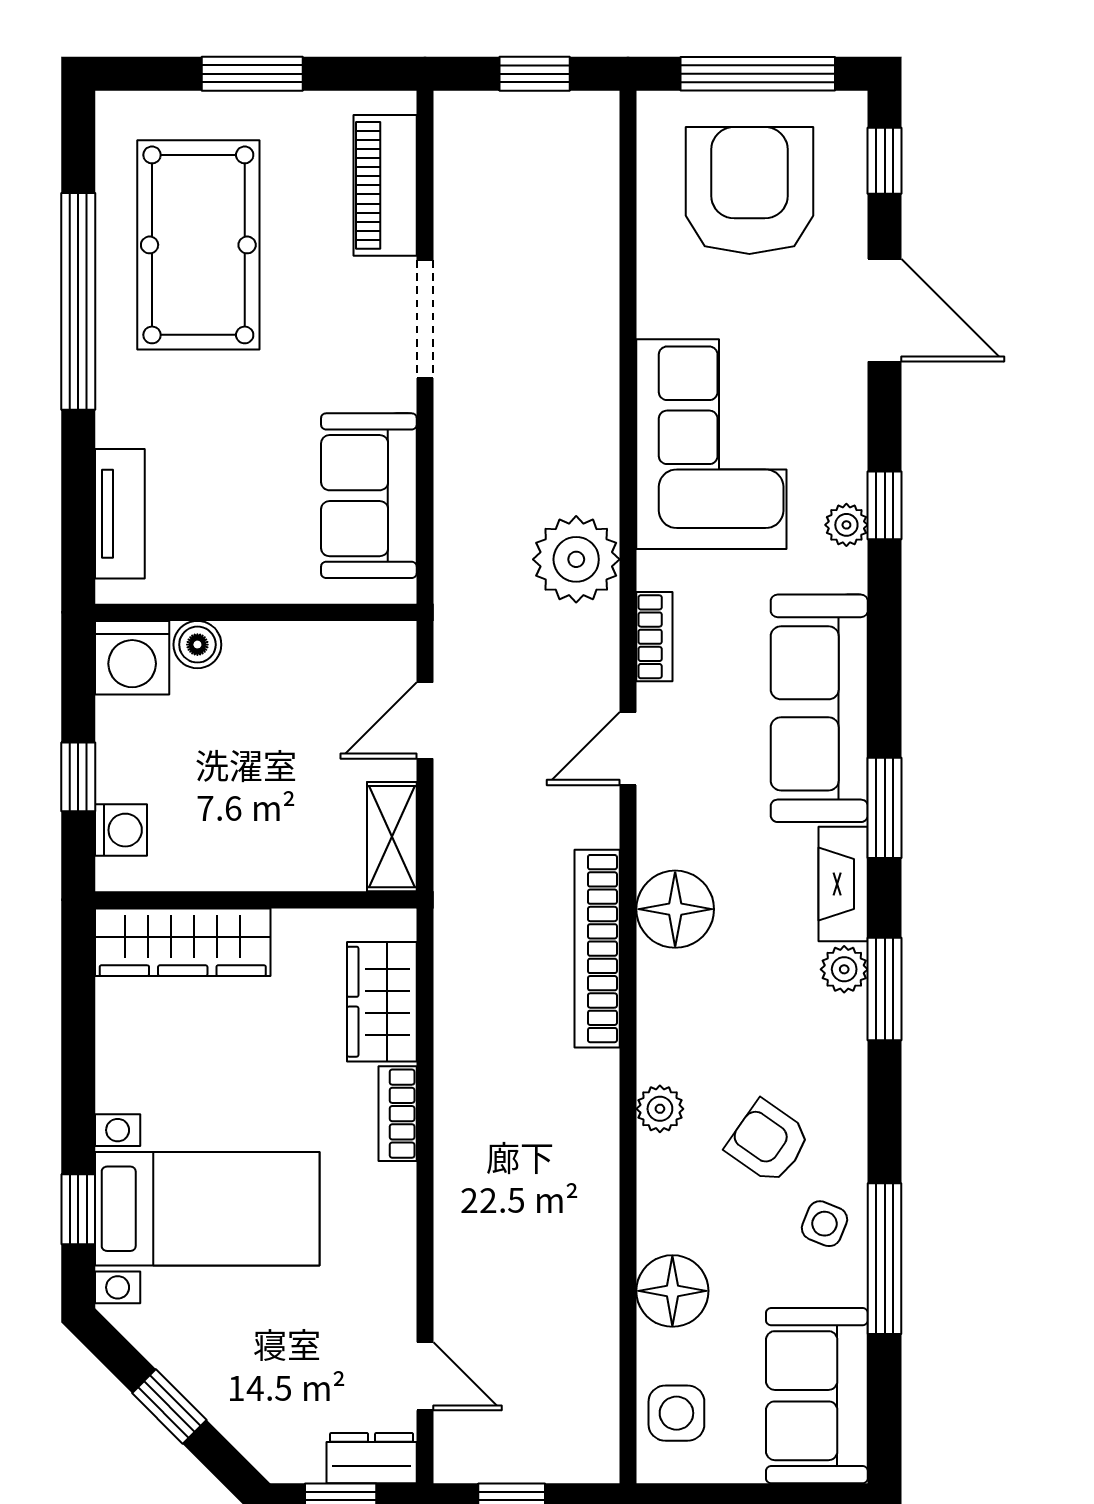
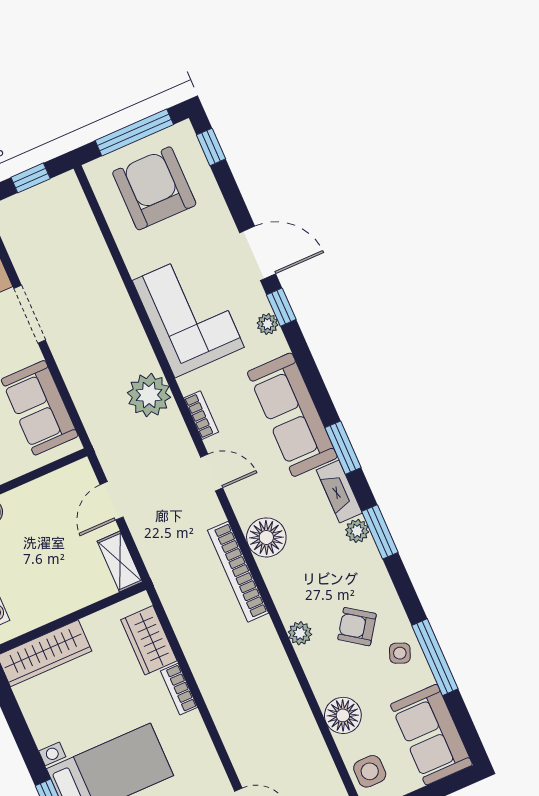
door: (885, 310) -> (258, 253), moved
door: (628, 749) -> (212, 472), swing flipped

